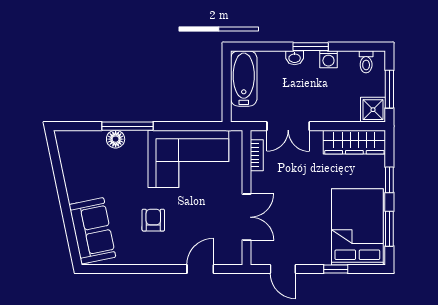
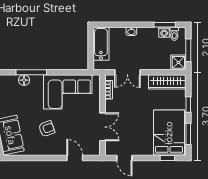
window: (311, 47) -> (165, 25), moved
washing machine: (328, 59) -> (164, 32), moved
armchair: (153, 220) -> (47, 129), turned 70
door: (200, 269) -> (75, 158), hinge flipped
window: (336, 269) -> (167, 158), moved

